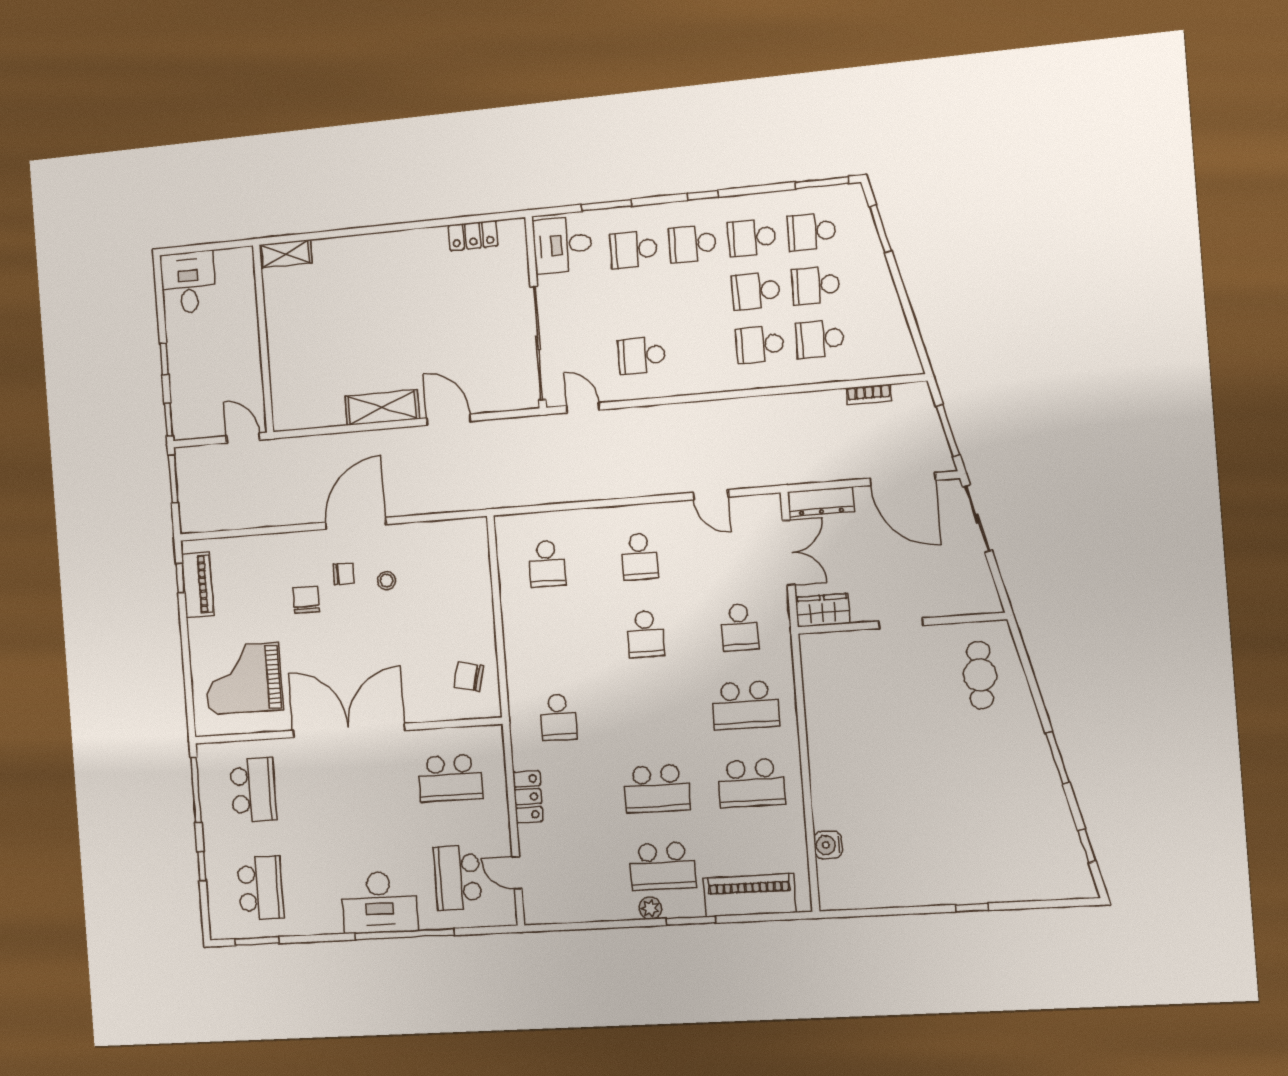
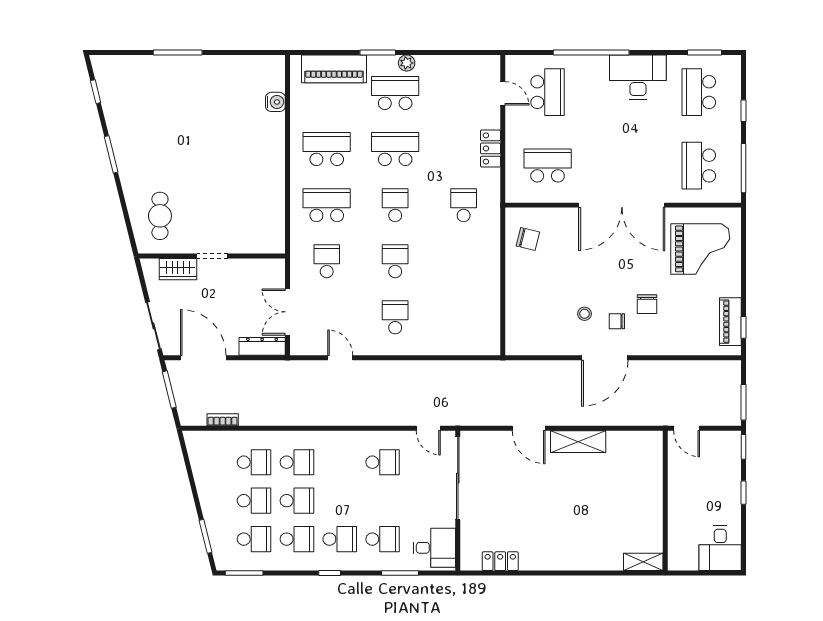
school desk: (547, 564) -> (395, 205), moved
wardrobe: (823, 610) -> (178, 269), moved
desk: (379, 902) -> (638, 77), moved
window: (972, 908) -> (178, 52), width x2.17

